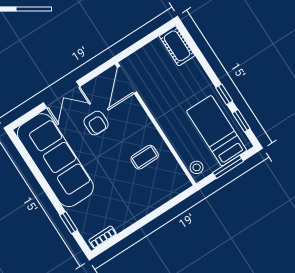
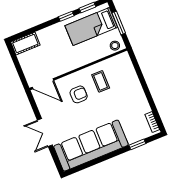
double door: (61, 95) -> (45, 133), swing flipped
armchair: (96, 123) -> (79, 94), moved

